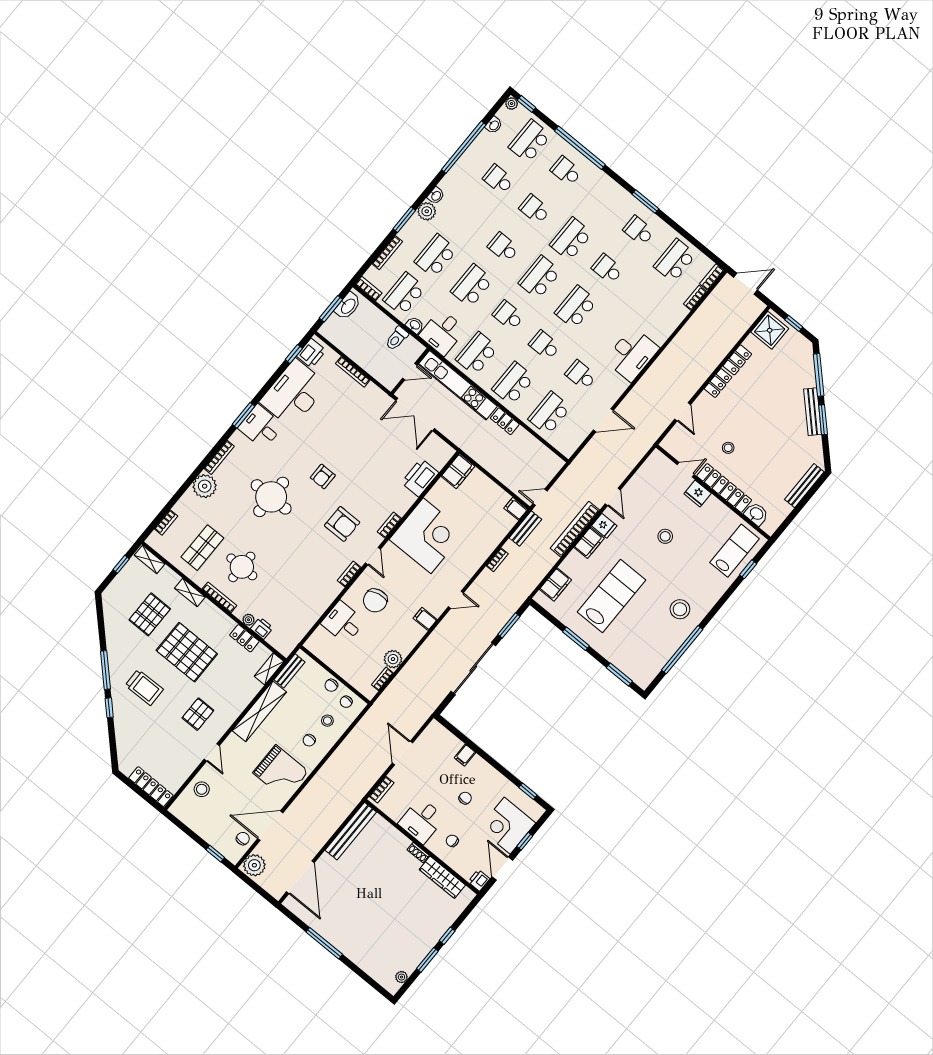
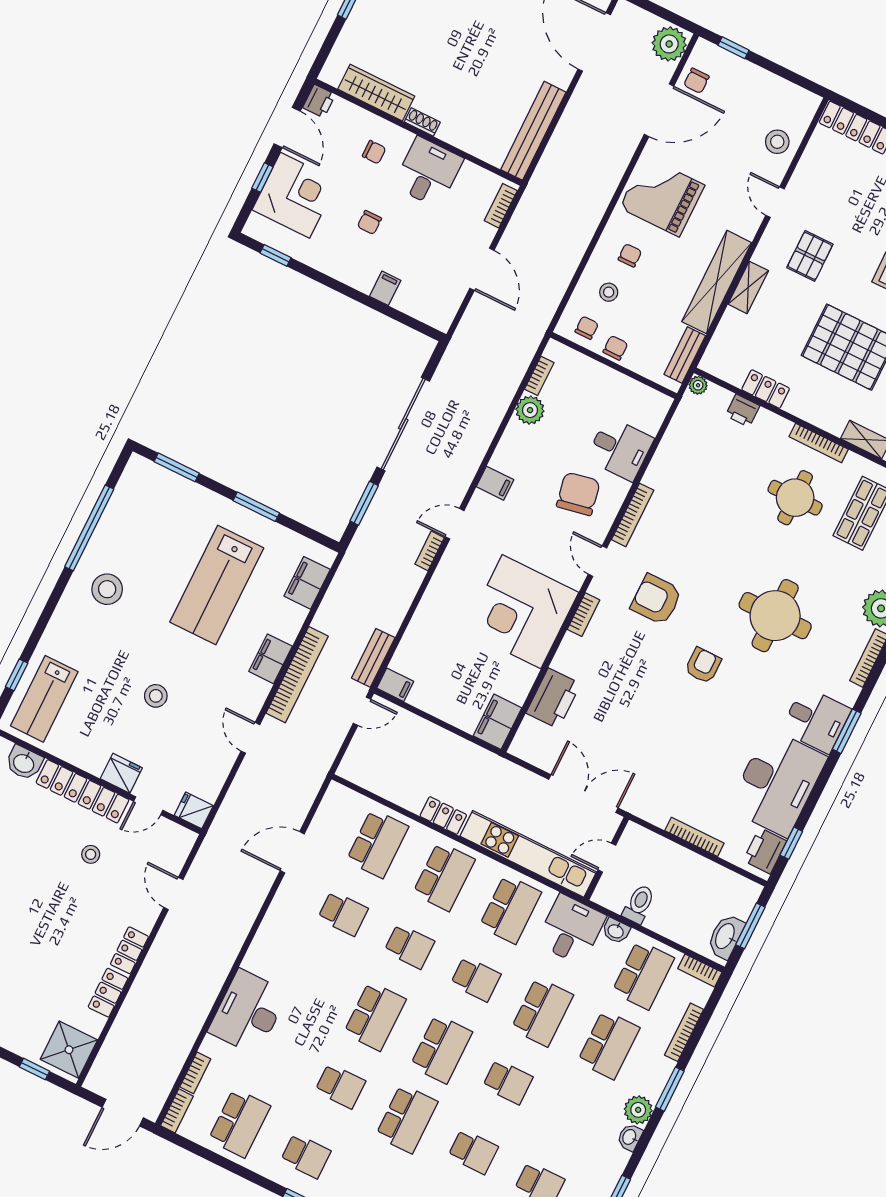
desk: (632, 354) -> (248, 1012), moved
fridge: (604, 526) -> (194, 810), moved
bookcase: (497, 560) -> (430, 551), moved
bookcase: (349, 574) -> (633, 515), width x1.56
plant: (248, 620) -> (698, 385), moved
shelving: (269, 669) -> (748, 287), moved

